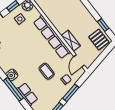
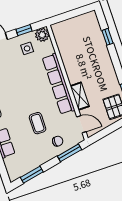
door: (79, 61) -> (81, 124), swing flipped
window: (71, 93) -> (69, 153), moved

